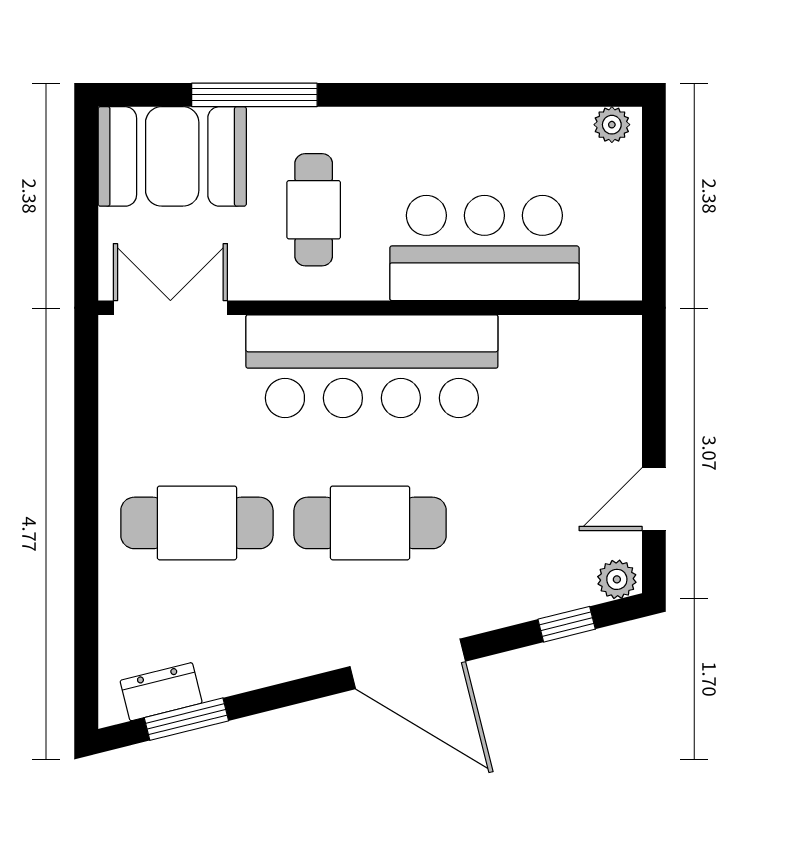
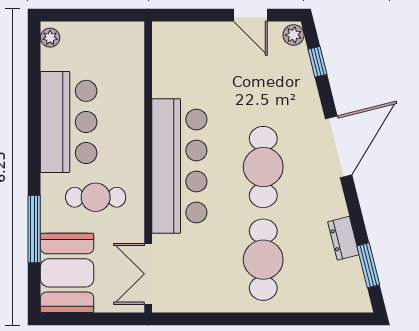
bar counter: (484, 248) -> (69, 122), moved, turned 180
dresser: (161, 692) -> (343, 238), moved

